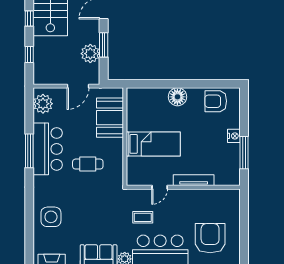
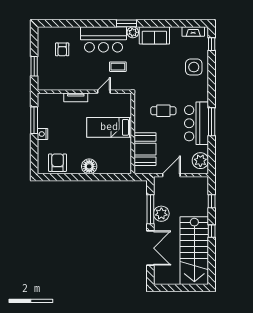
window: (104, 45) -> (150, 209), width x1.44
plant: (90, 54) -> (161, 214), moved
armchair: (216, 101) -> (58, 163), turned -90
tv unit: (194, 180) -> (76, 97), width x0.71
window: (244, 218) -> (34, 66), added
armchair: (210, 238) -> (62, 49), width x0.53, depth x0.53
window: (29, 245) -> (212, 44), added

